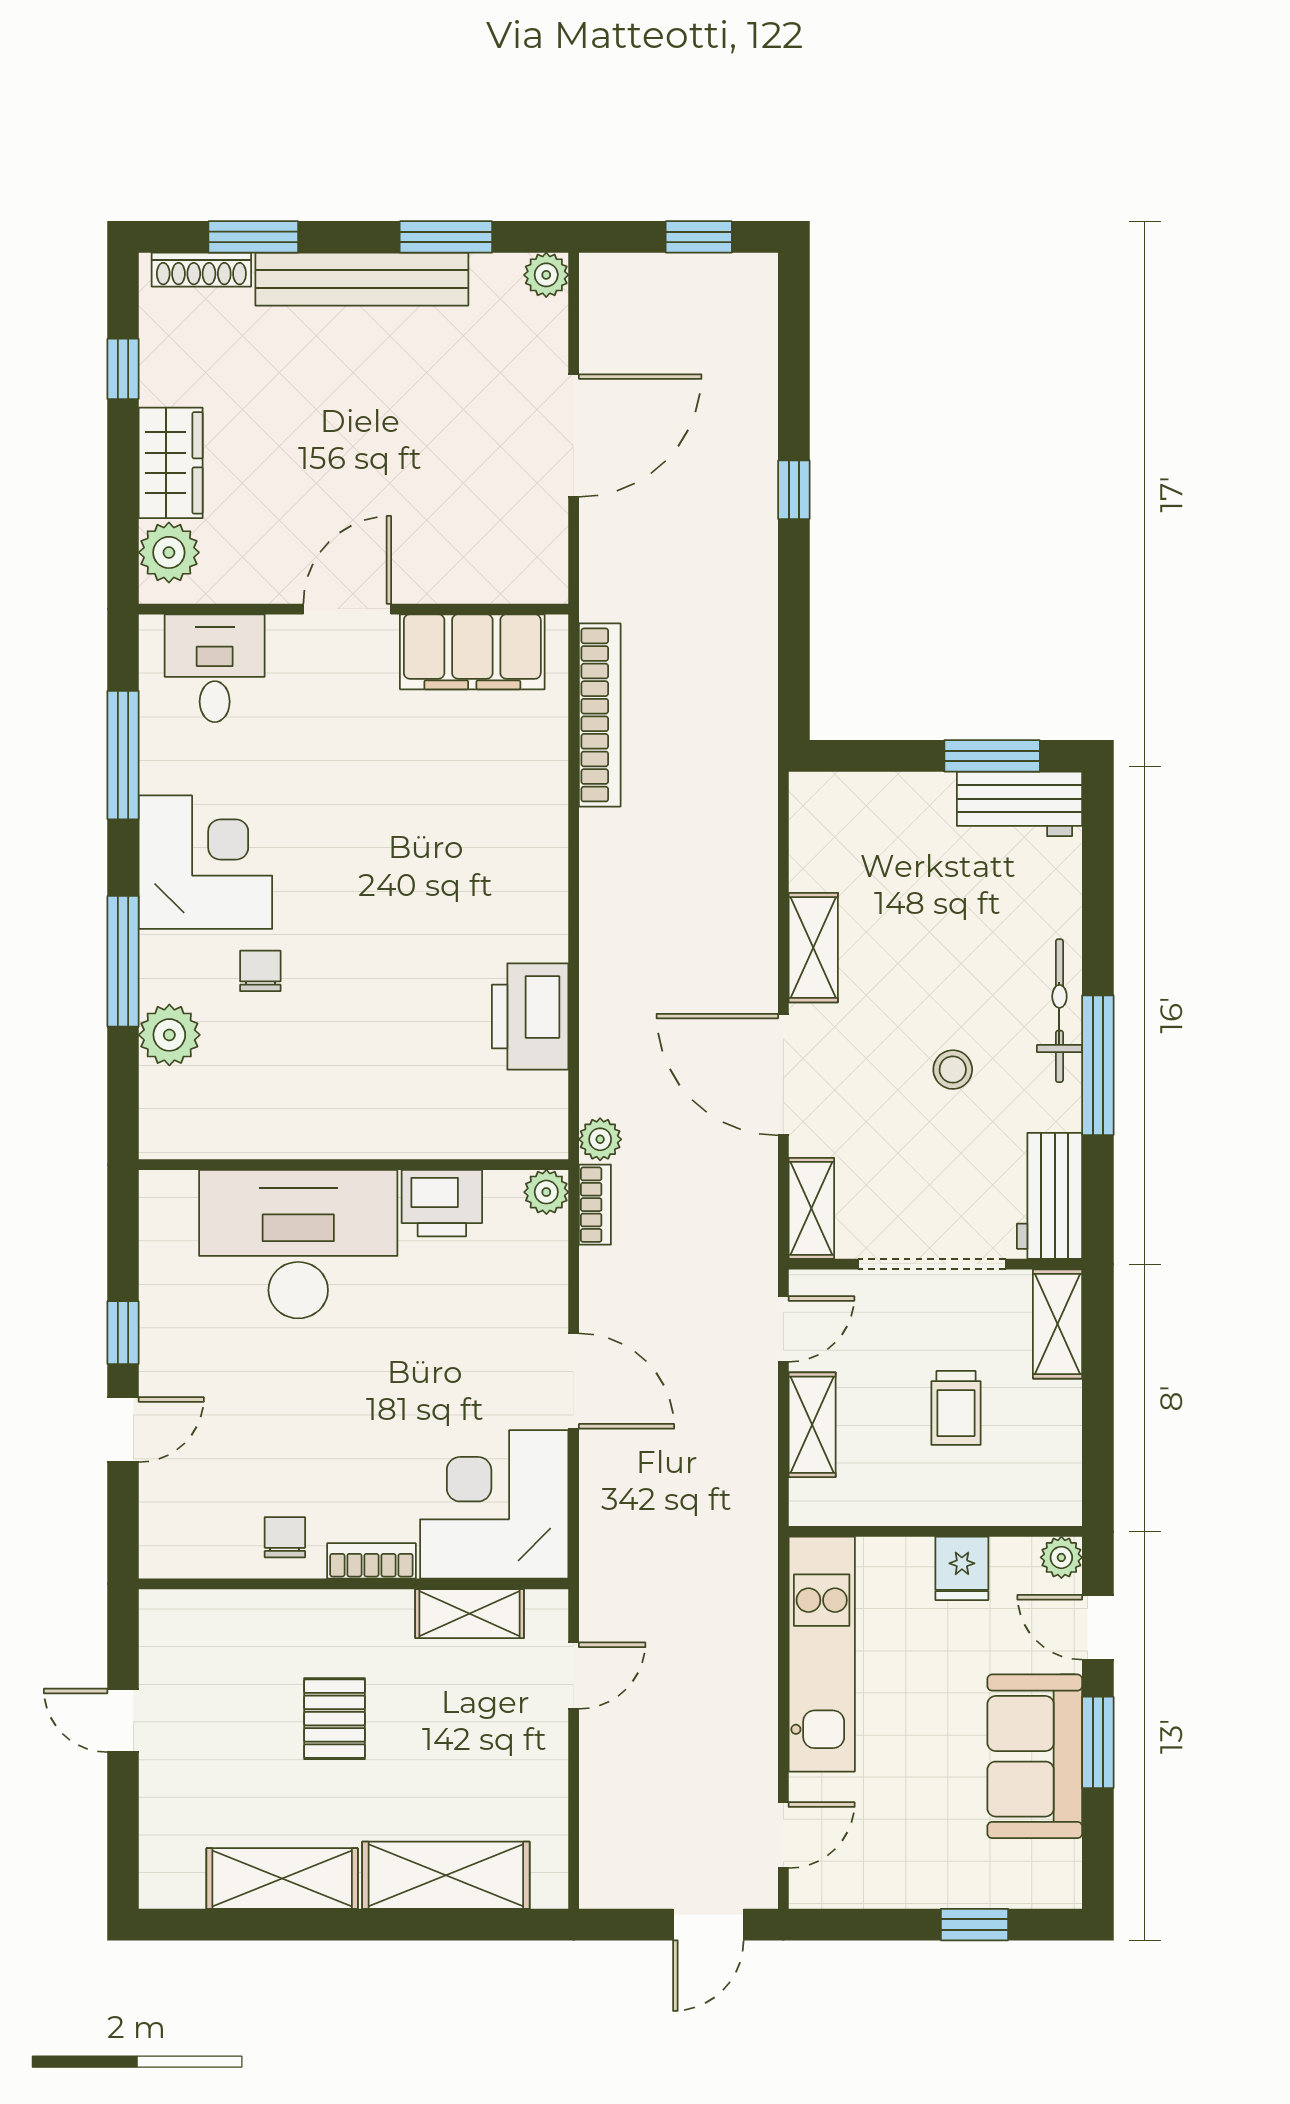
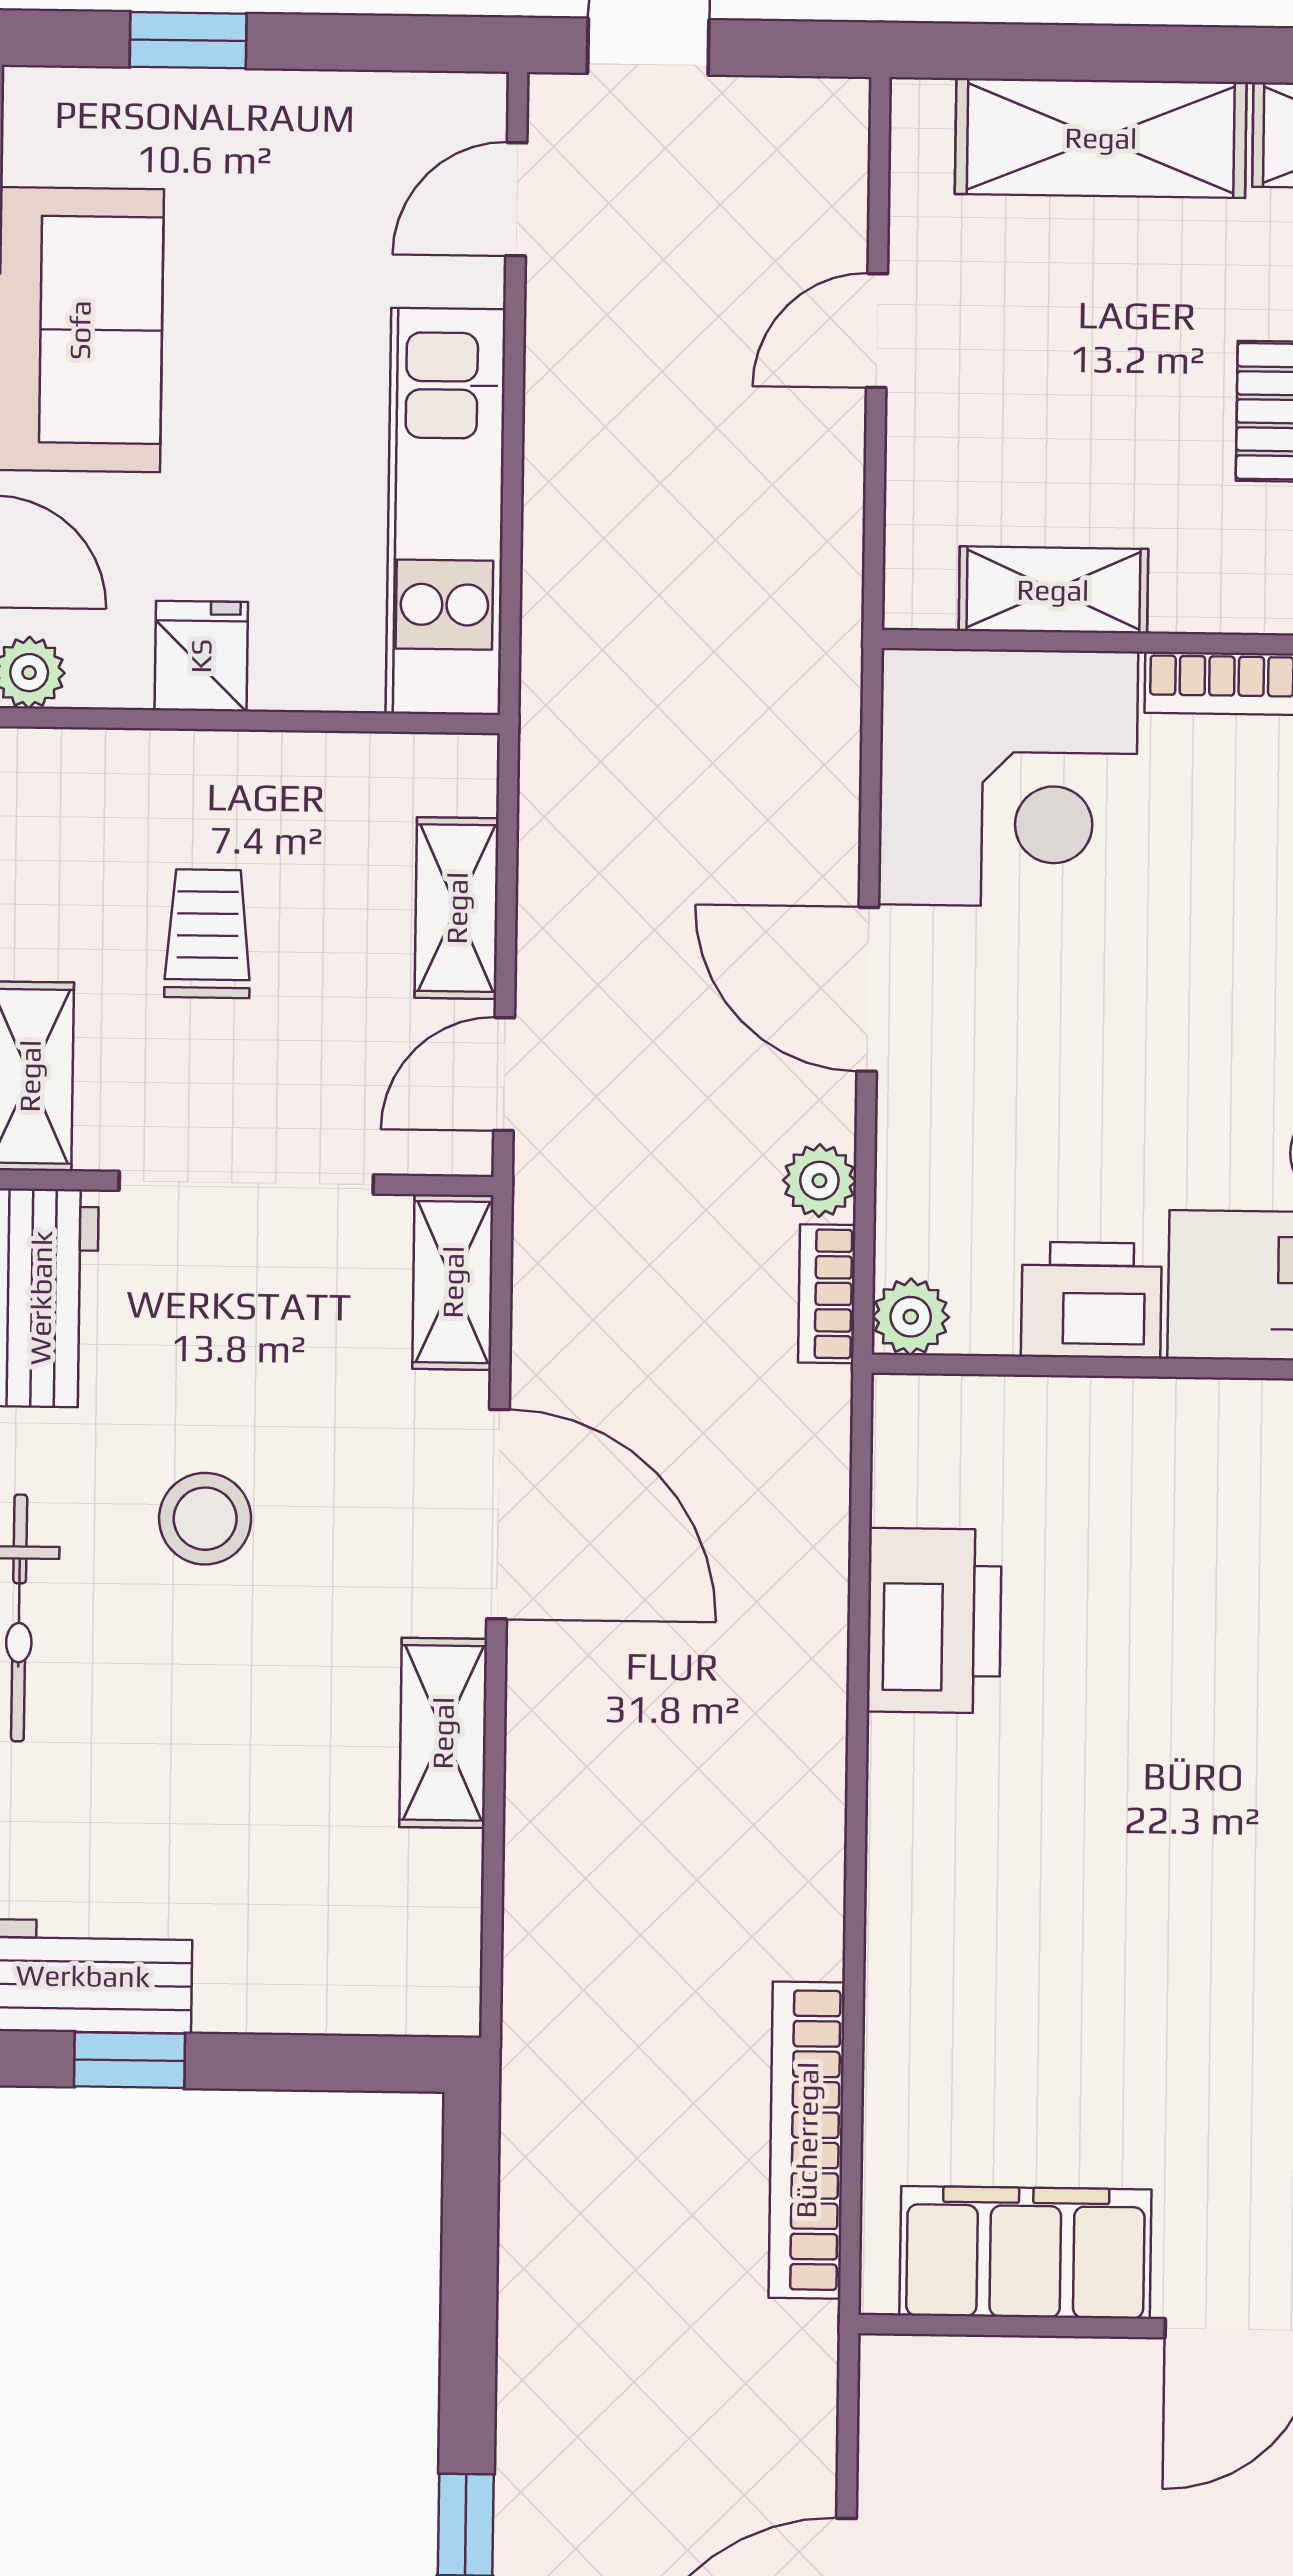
window: (992, 756) -> (129, 2060), width x0.67
stool: (953, 1070) -> (205, 1519), width x1.37, depth x1.37
plant: (600, 1139) -> (819, 1181), moved
door: (574, 1676) -> (877, 331), moved

